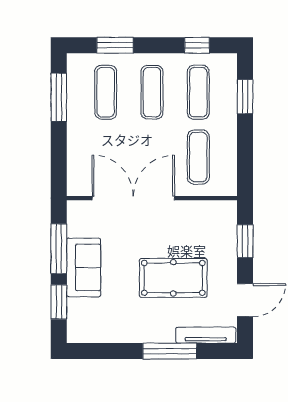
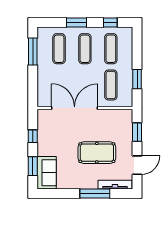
window: (115, 45) -> (76, 22), moved
window: (245, 97) -> (137, 79), moved
window: (59, 249) -> (33, 136), width x0.46
sofa: (84, 267) -> (47, 173), moved

